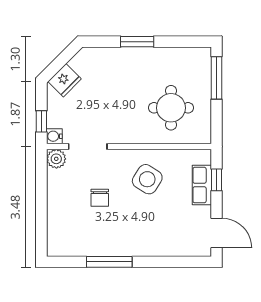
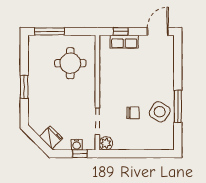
water cooler: (54, 136) -> (77, 145), moved
side table: (147, 179) -> (160, 112), moved

